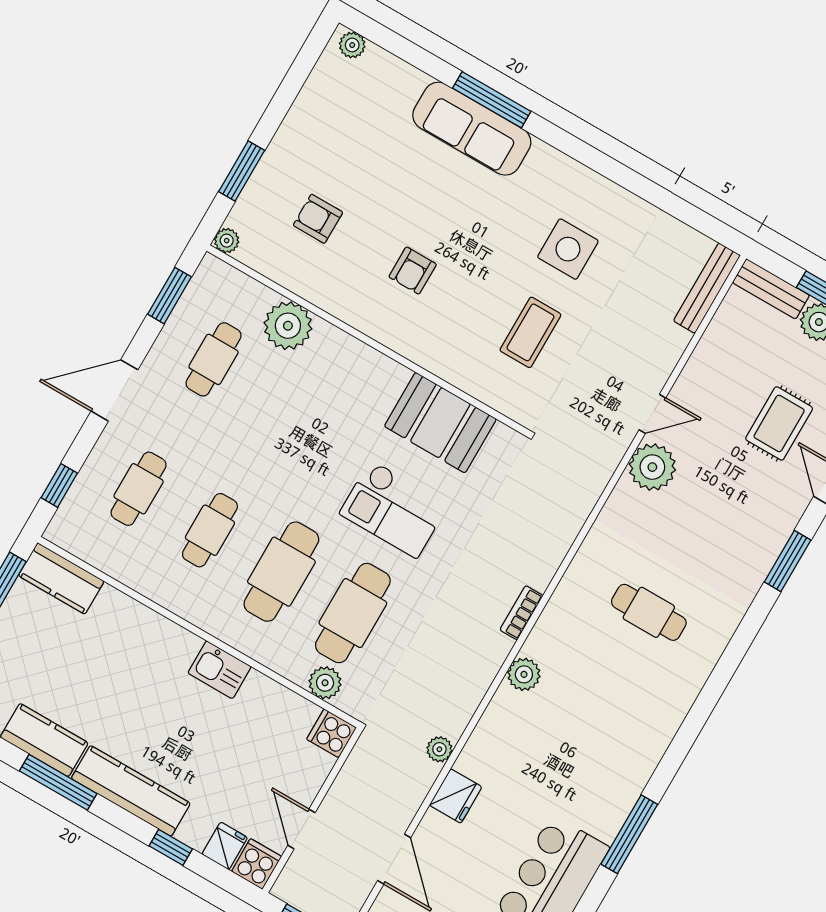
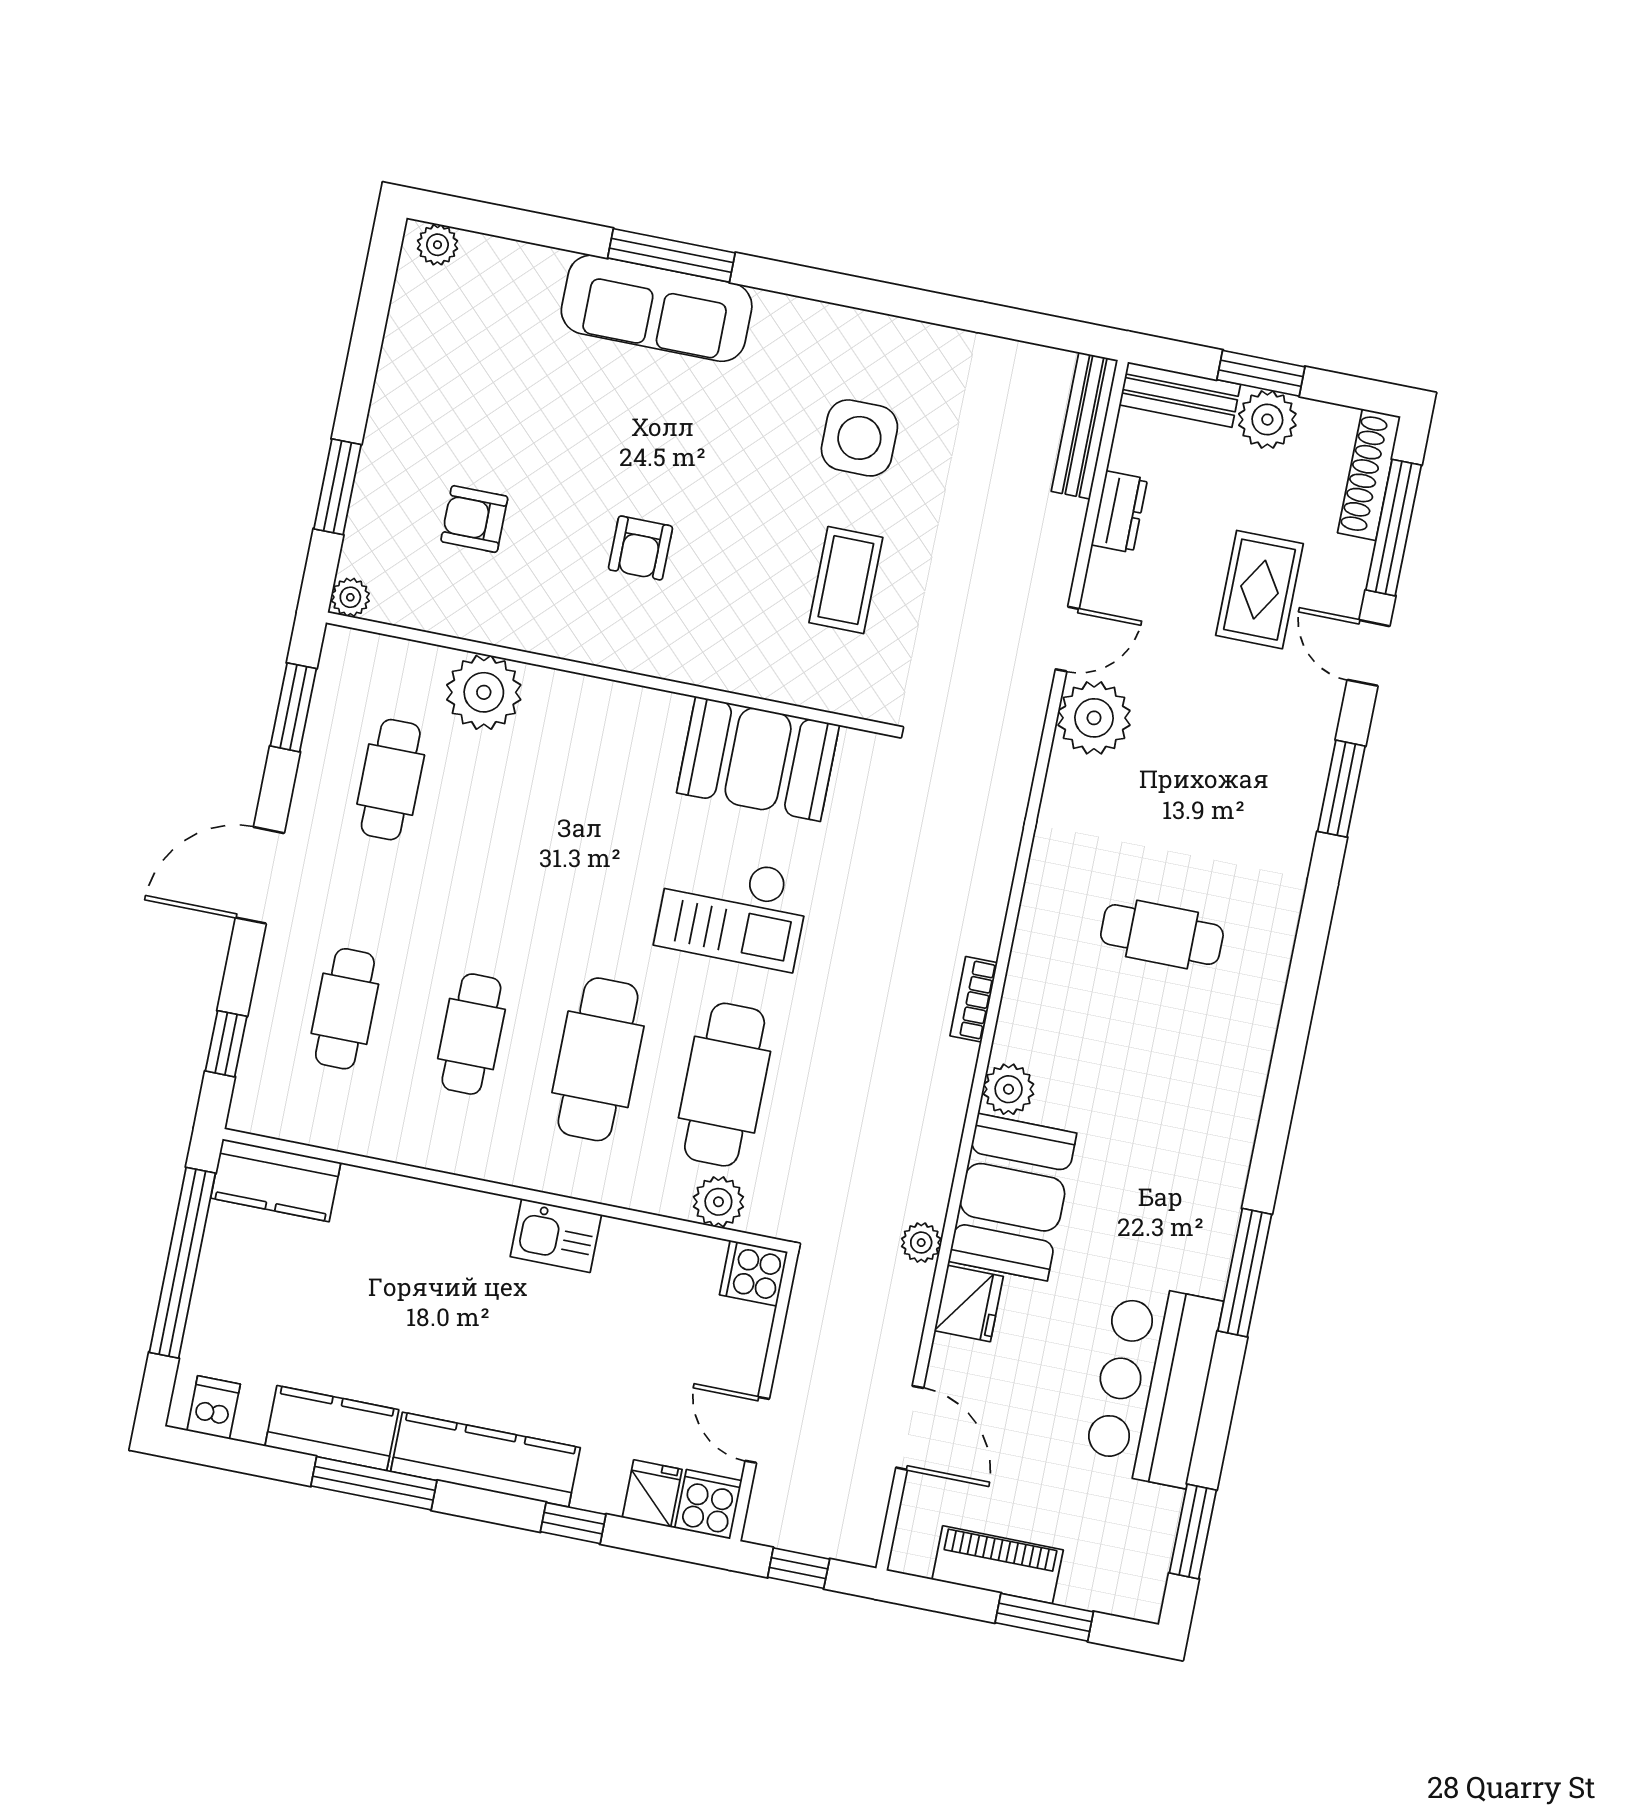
dresser: (710, 348) -> (1119, 512), added
booth: (504, 741) -> (1012, 1197), added

